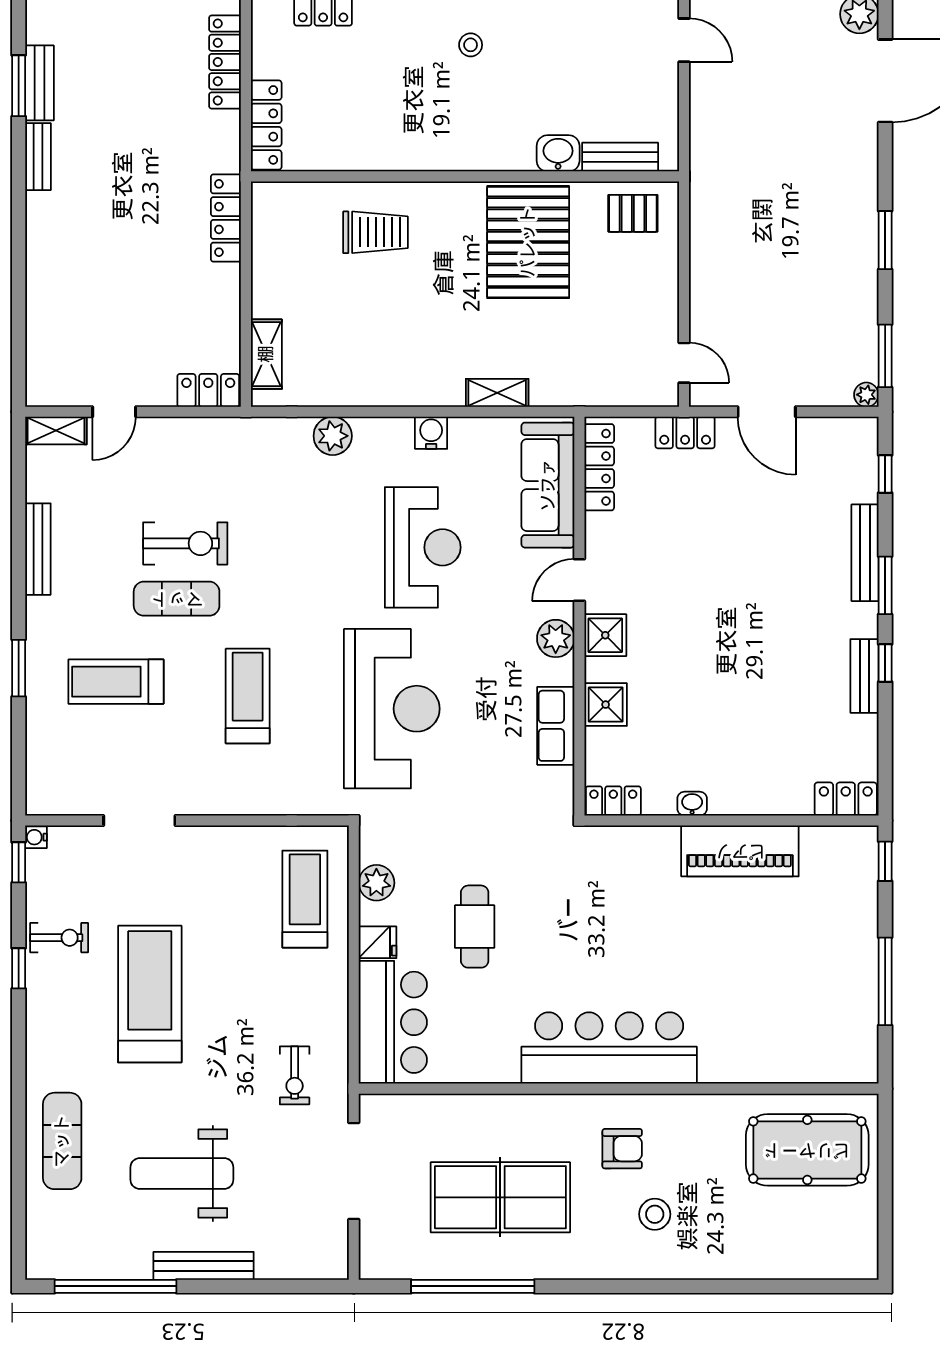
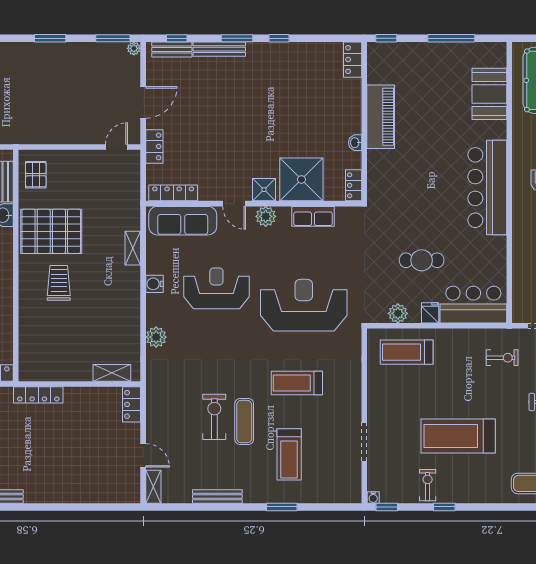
trolley: (375, 232) -> (59, 283), moved
bench: (864, 676) -> (172, 49), moved
shower: (606, 705) -> (301, 179), width x1.86, depth x1.86
booth: (782, 1052) -> (489, 94), added

